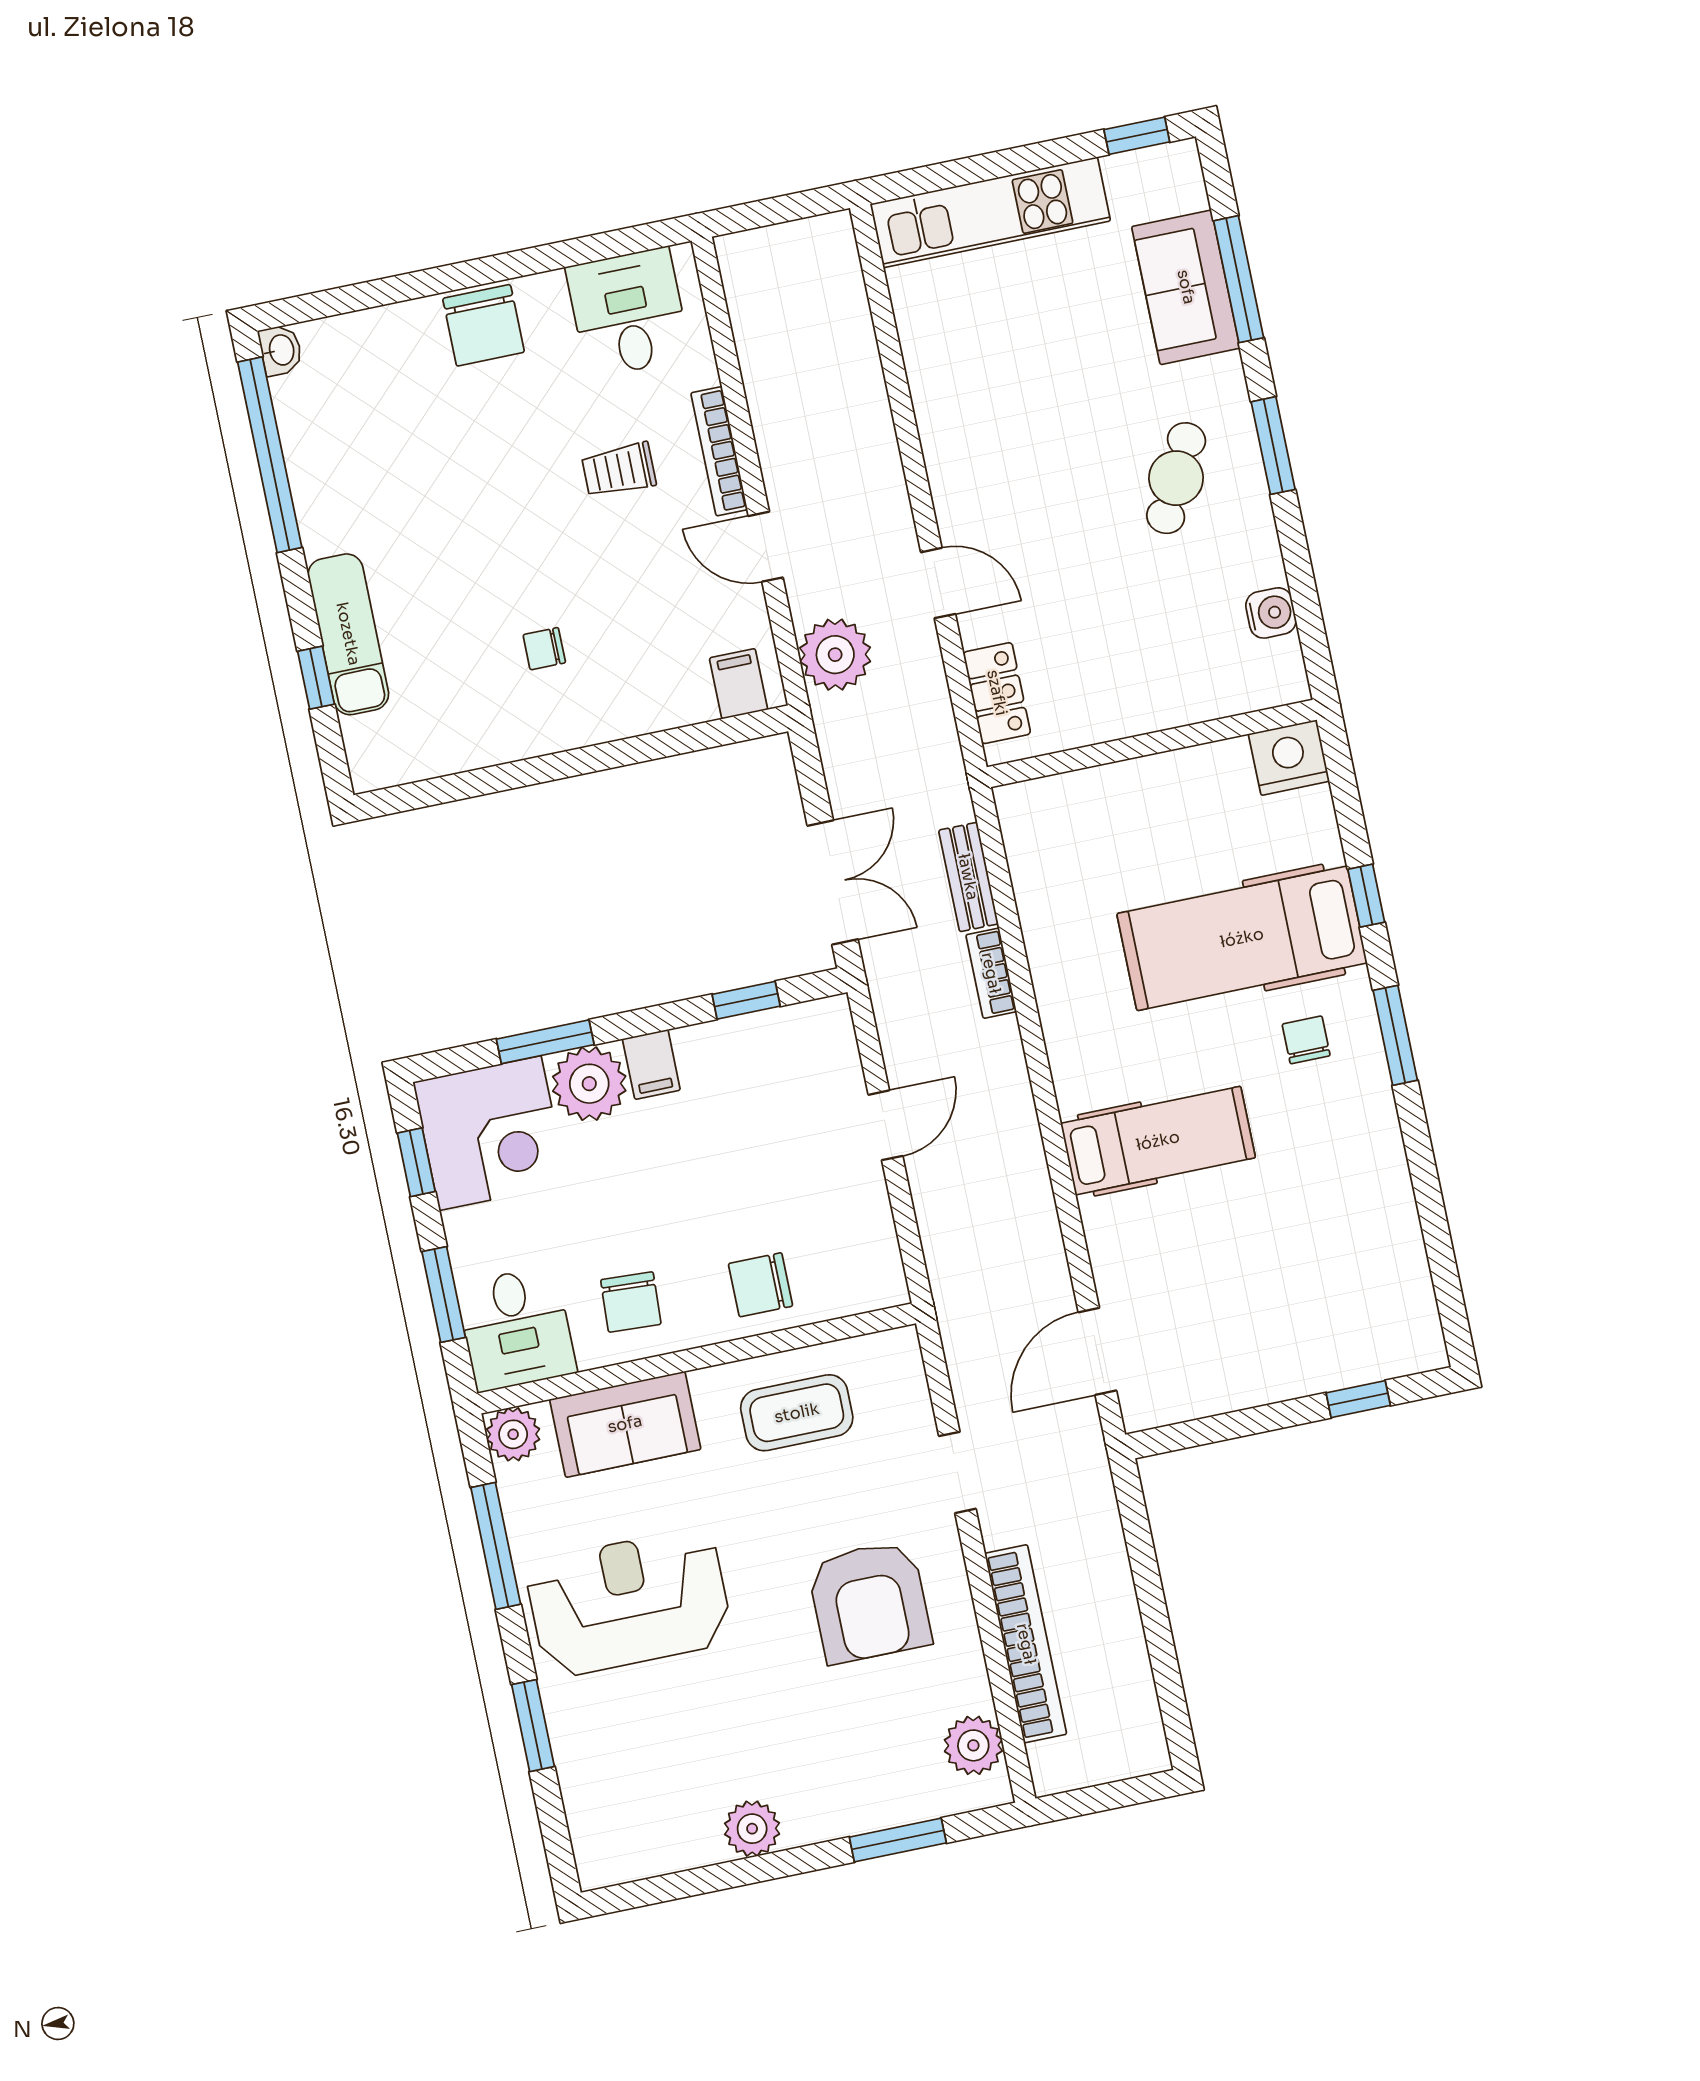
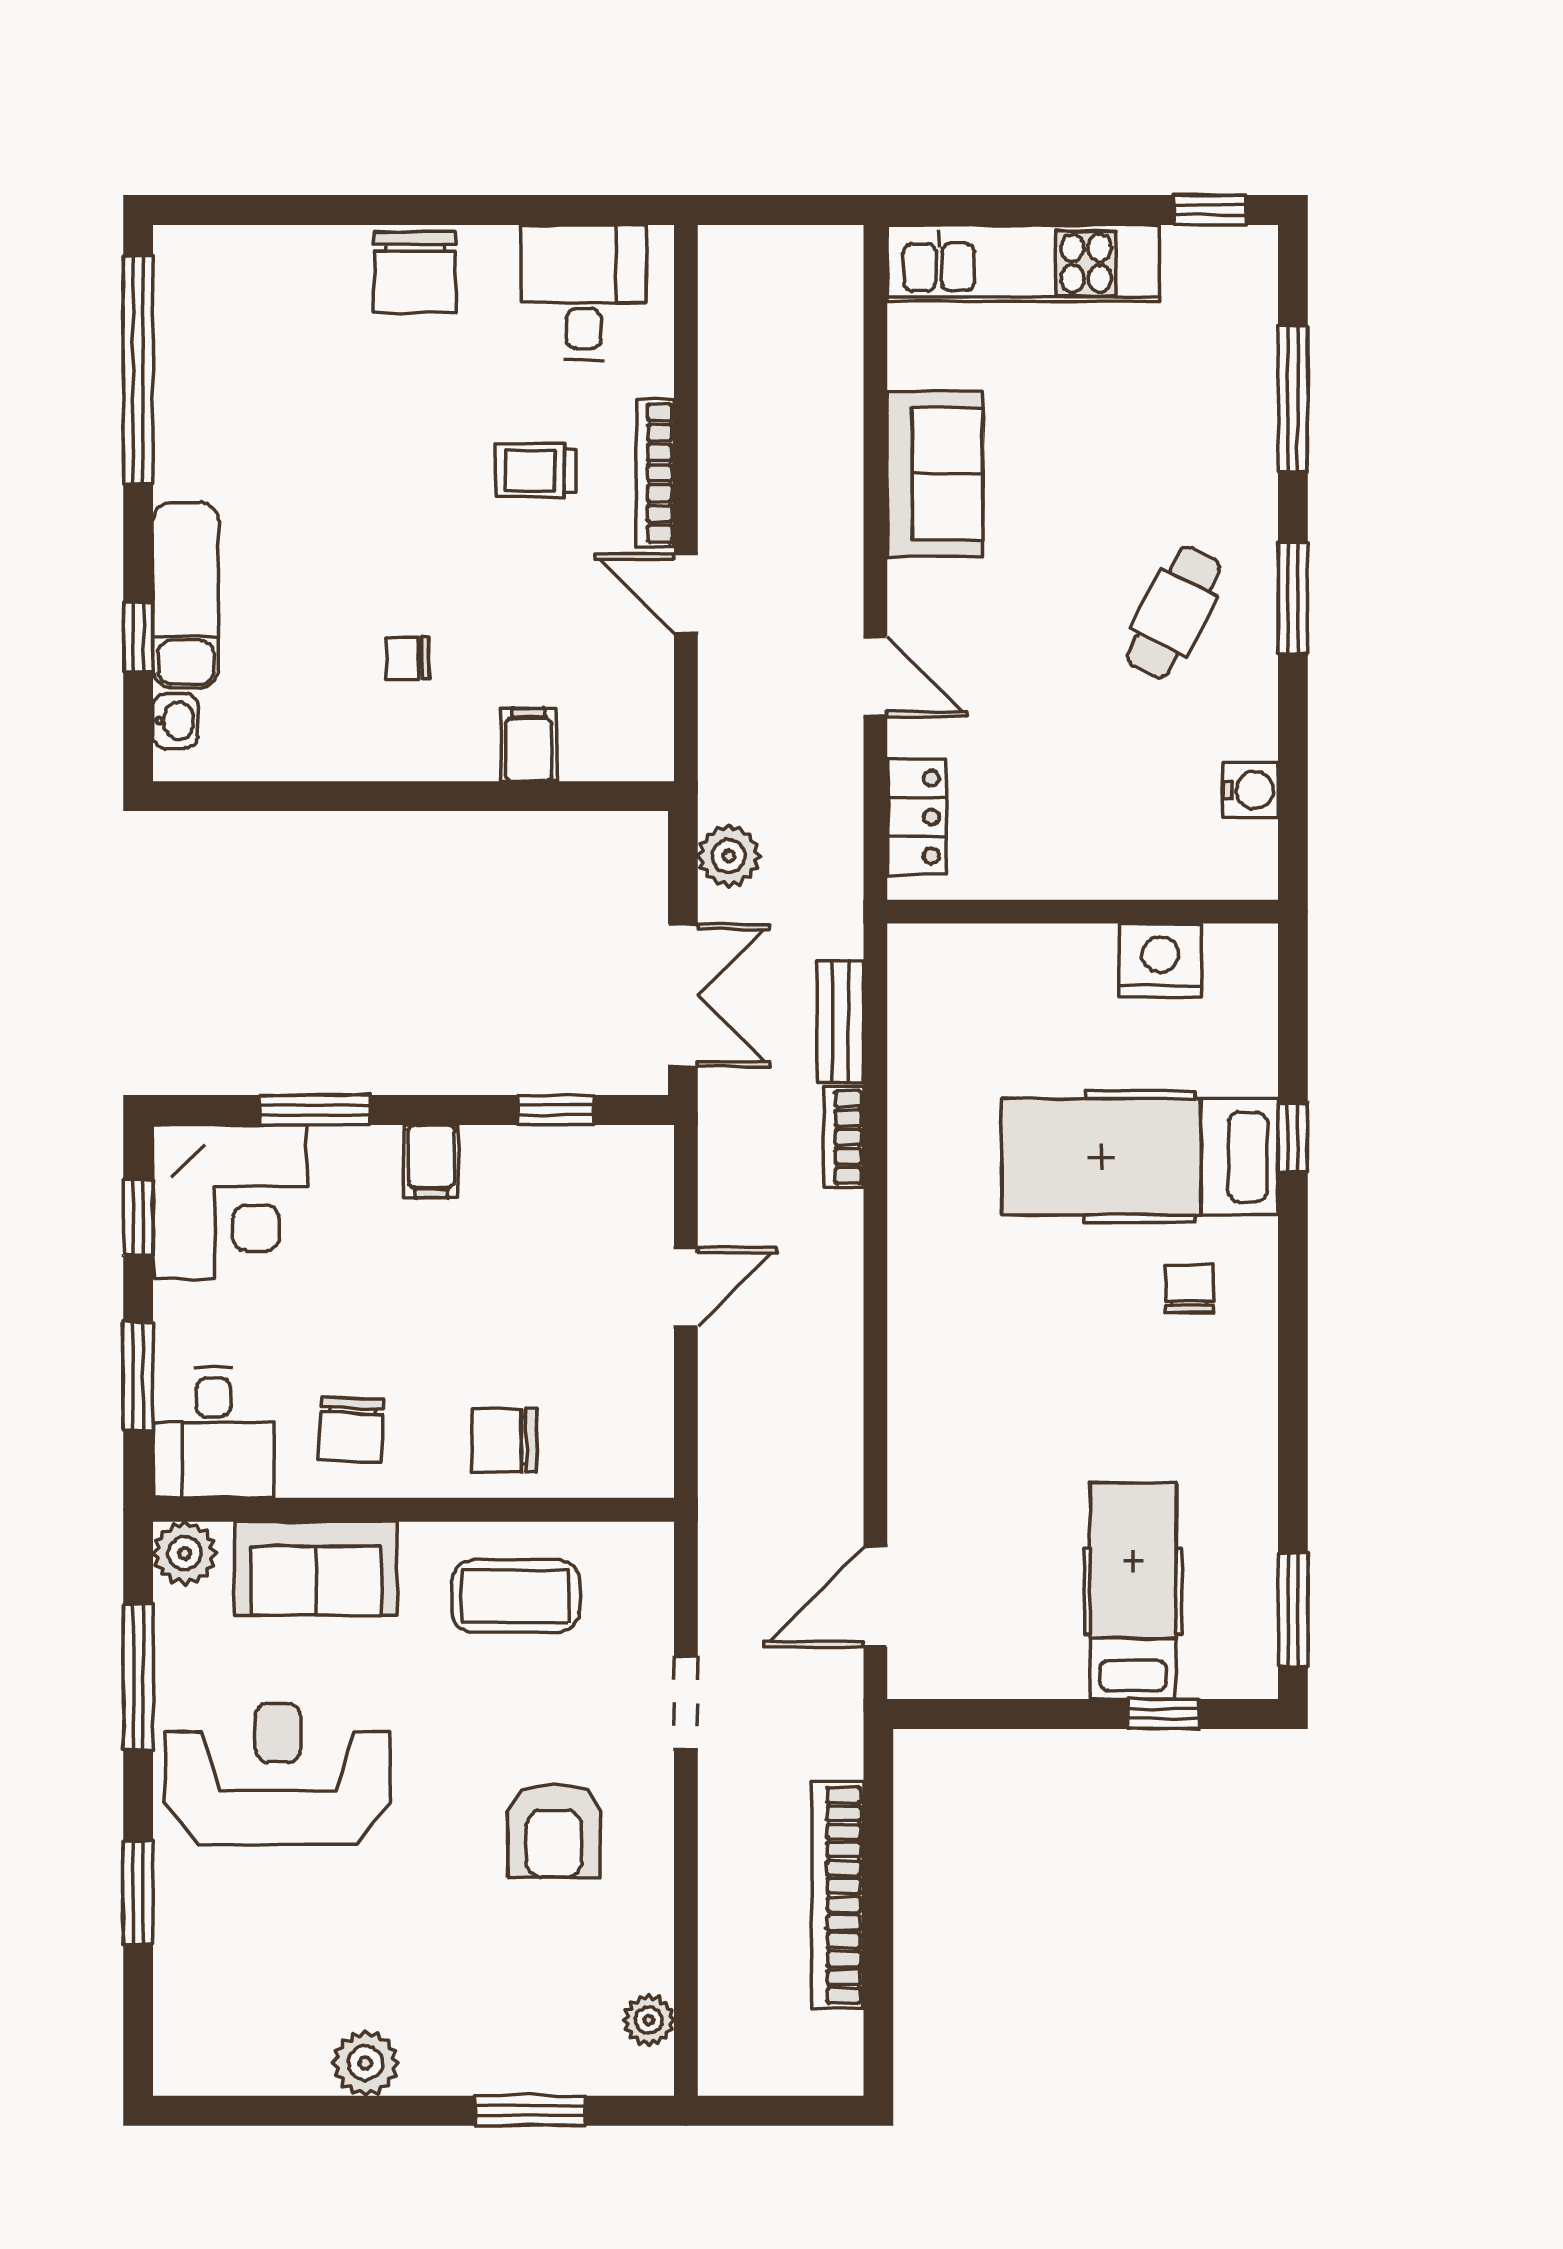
sofa: (1186, 287) -> (935, 474), moved, turned 180
washbasin: (281, 350) -> (175, 721), moved
plant: (835, 655) -> (729, 856), moved, width x0.73, depth x0.73
filing cabinet: (739, 684) -> (529, 745), moved
nightstand: (1289, 758) -> (1160, 960), moved
window: (1395, 1035) -> (1293, 1610), moved
plant: (589, 1084) -> (356, 1169), removed
hospital bed: (1158, 1141) -> (1133, 1591), moved, turned -90
armchair: (869, 1602) -> (554, 1831), width x0.73, depth x0.73
bookcase: (1026, 1644) -> (838, 1895), moved, turned 180
plant: (973, 1745) -> (649, 2020), width x0.73, depth x0.73

